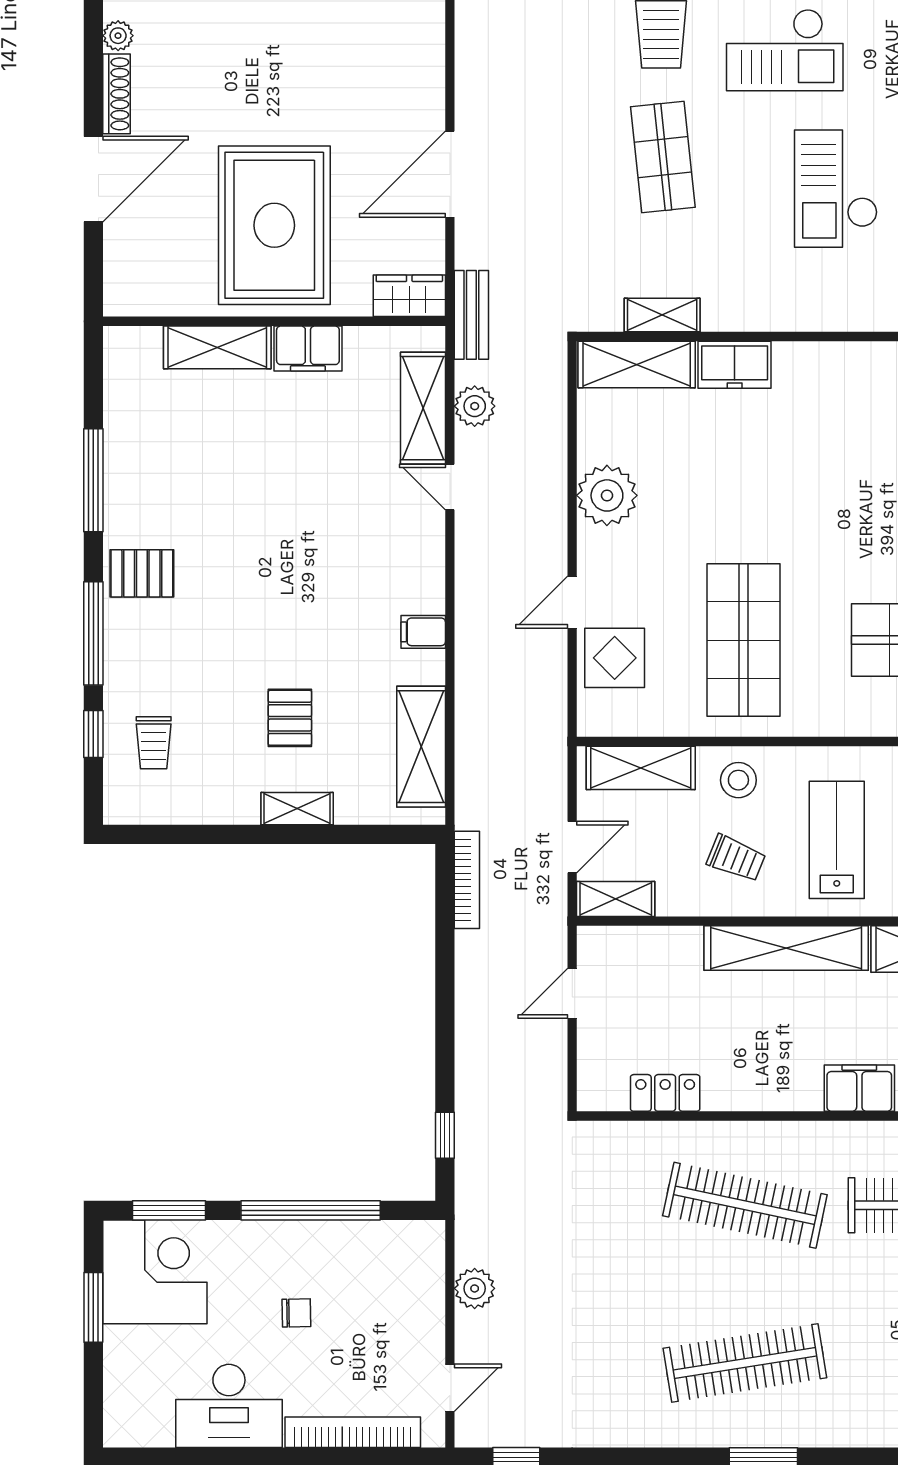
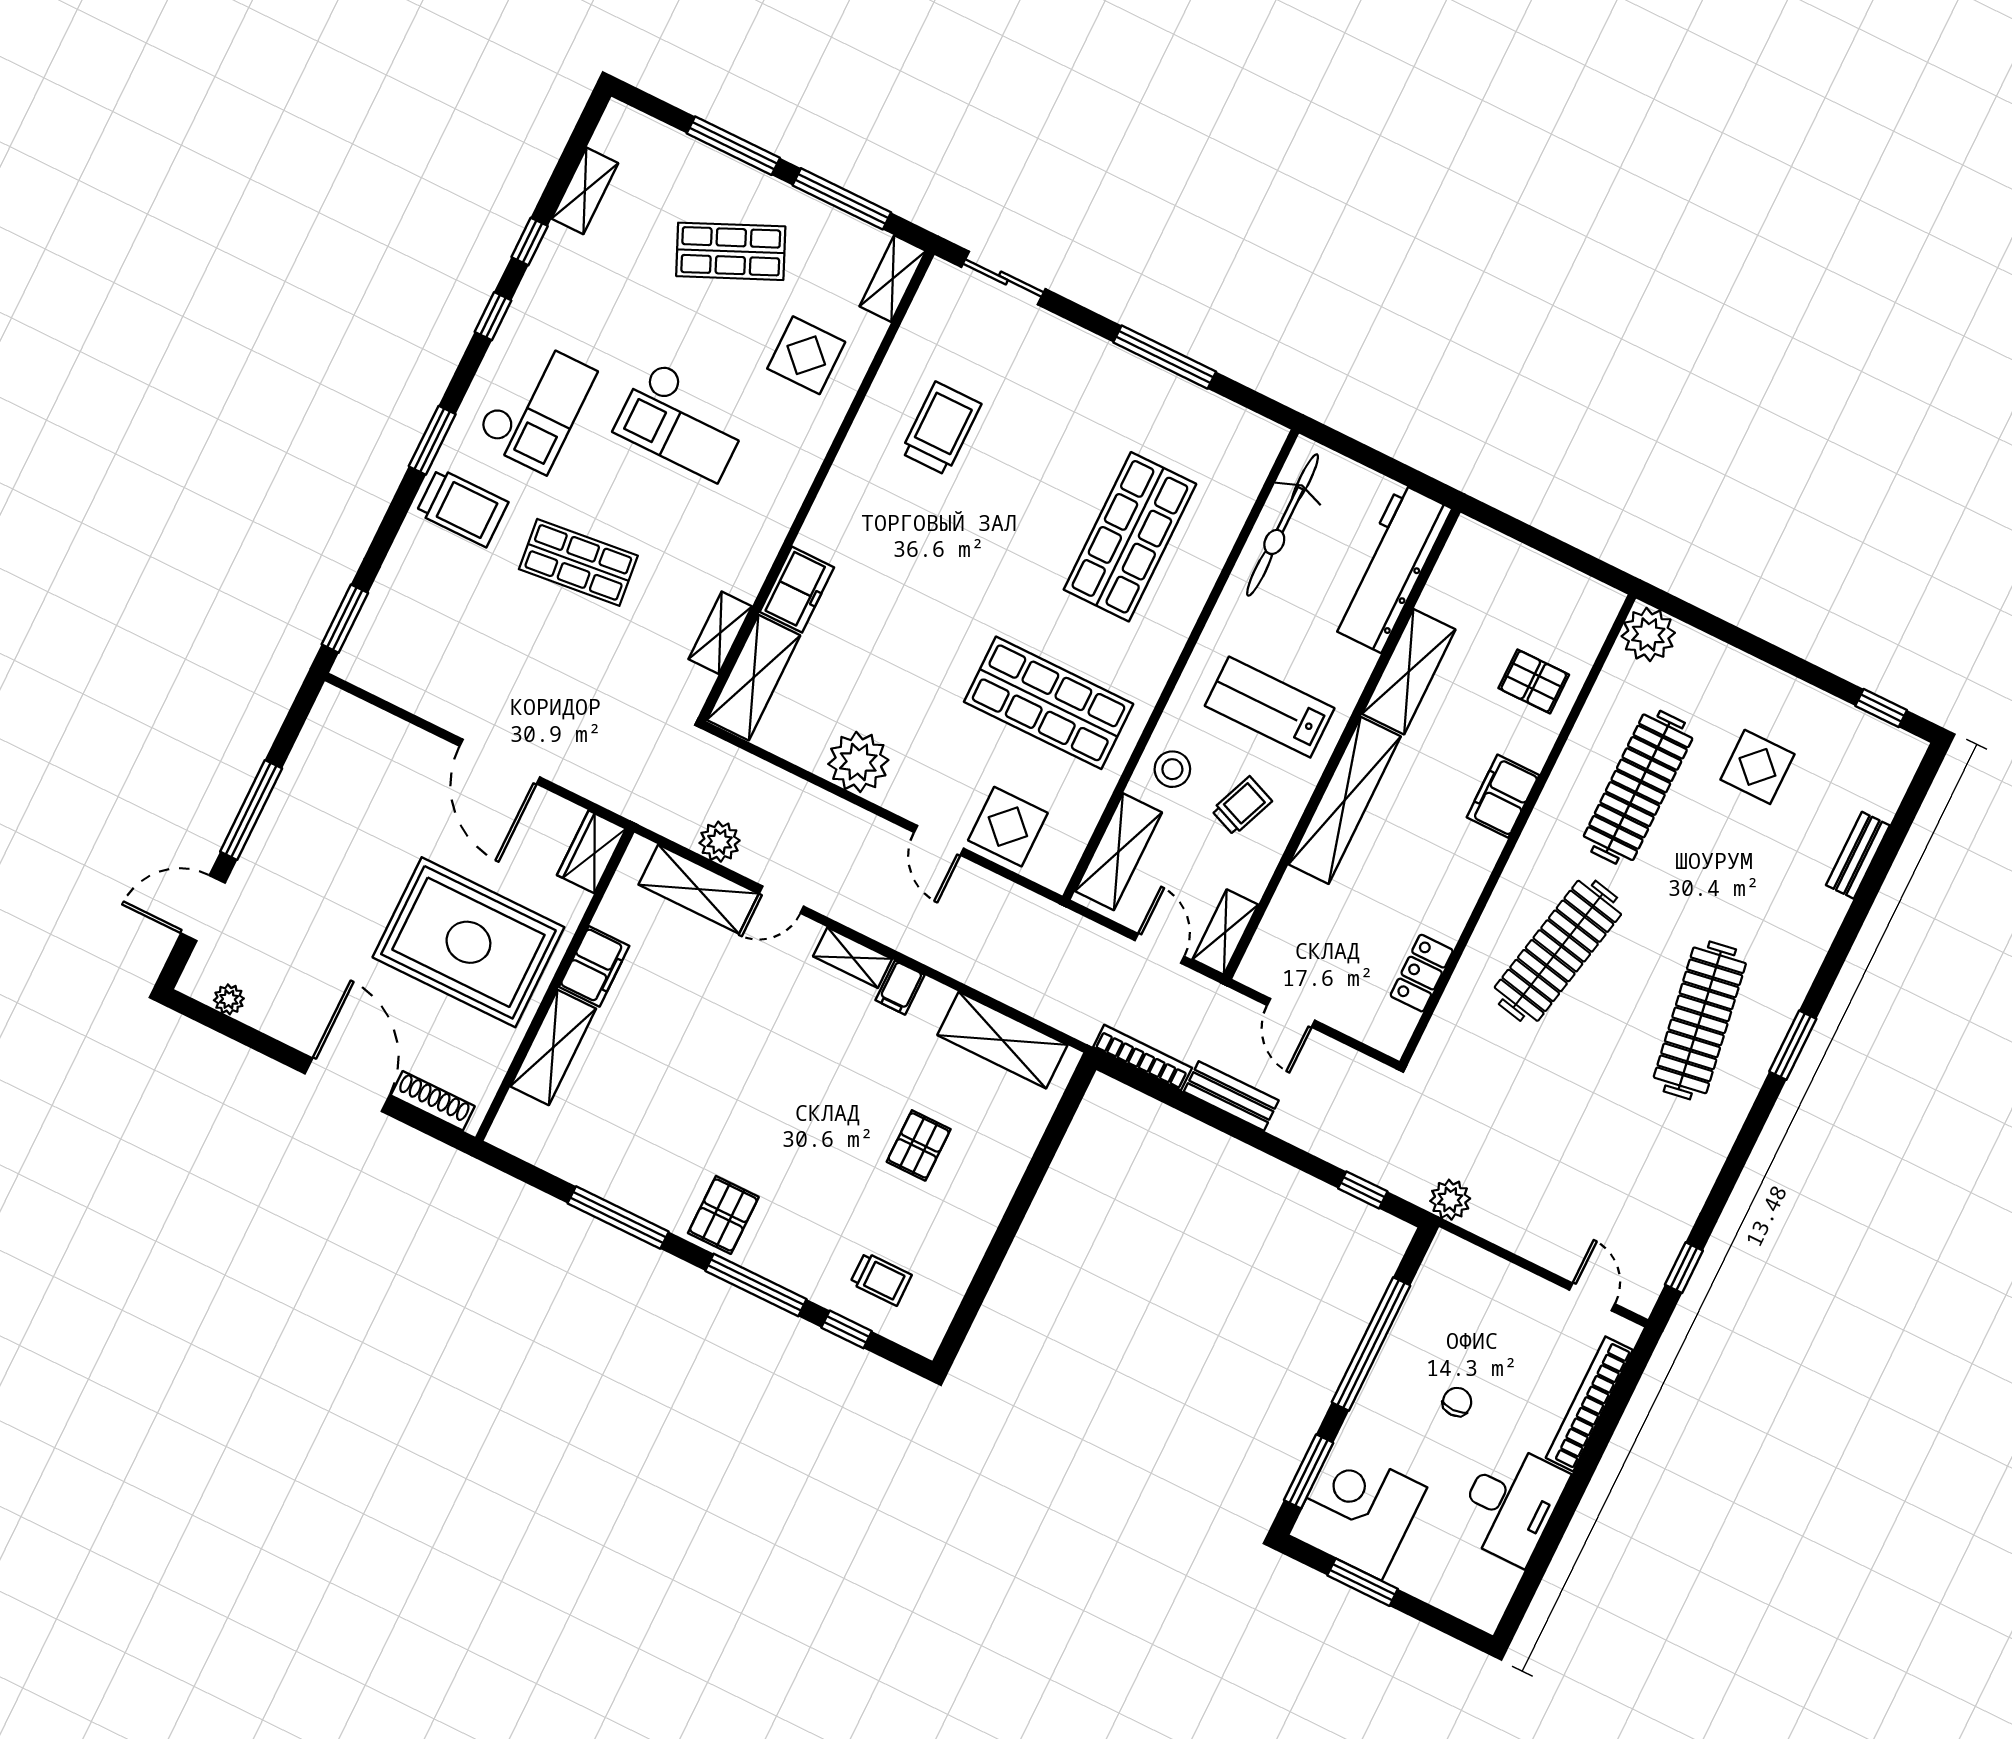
shoe rack: (117, 94) -> (433, 1101), moved
bench: (471, 315) -> (1231, 1096), moved
pallet: (290, 718) -> (919, 1145), turned 90
shelving: (297, 809) -> (853, 958), moved, turned 90
plant: (475, 1288) -> (1450, 1200), moved

